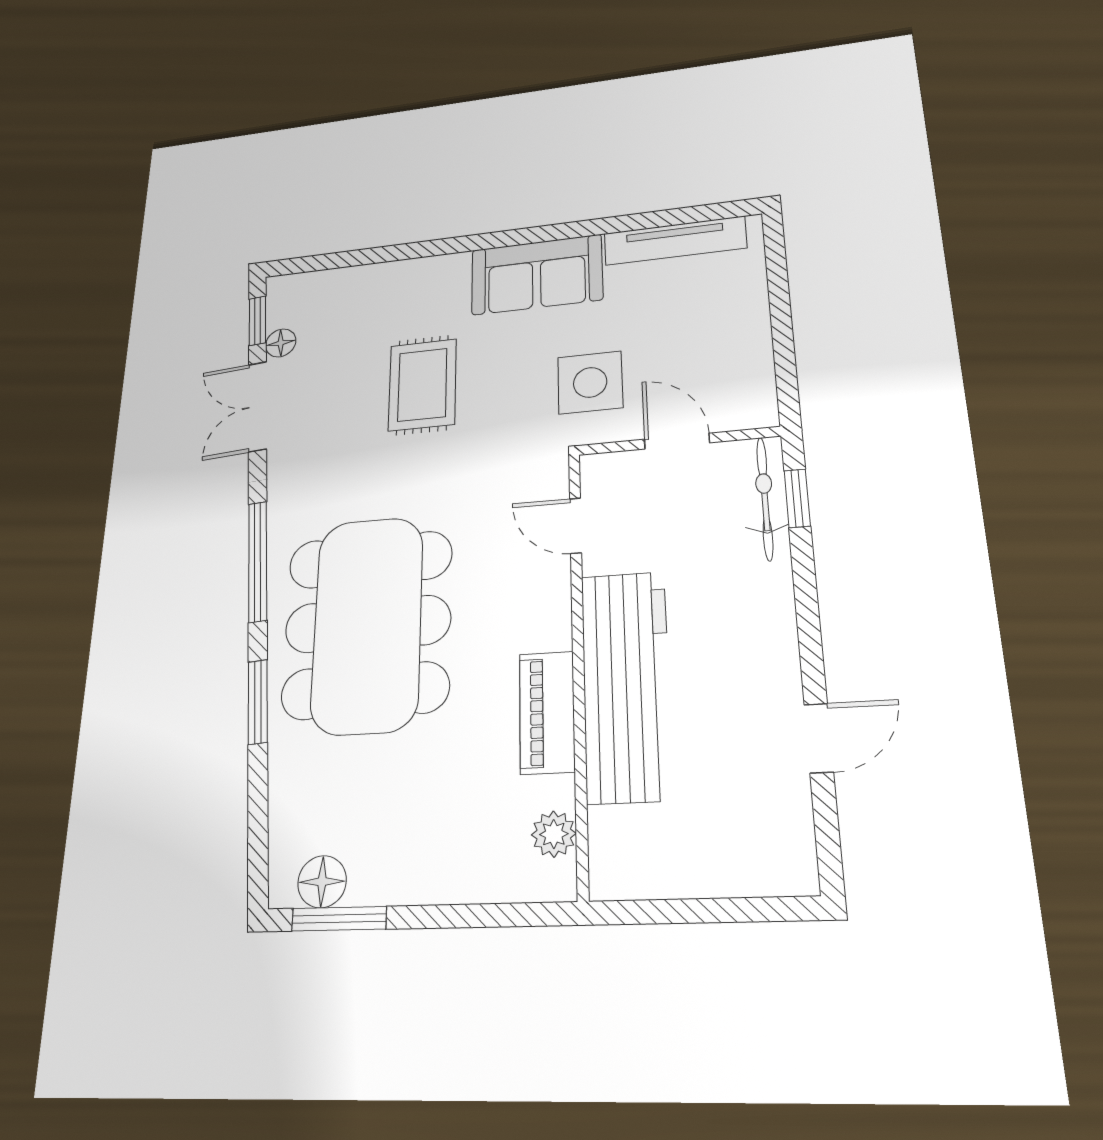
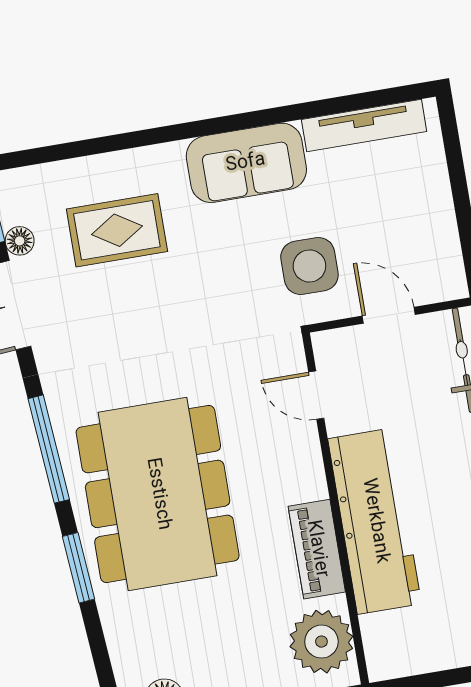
rug: (422, 385) -> (117, 230), moved, turned 90
plant: (554, 834) -> (321, 642), width x1.88, depth x1.88

